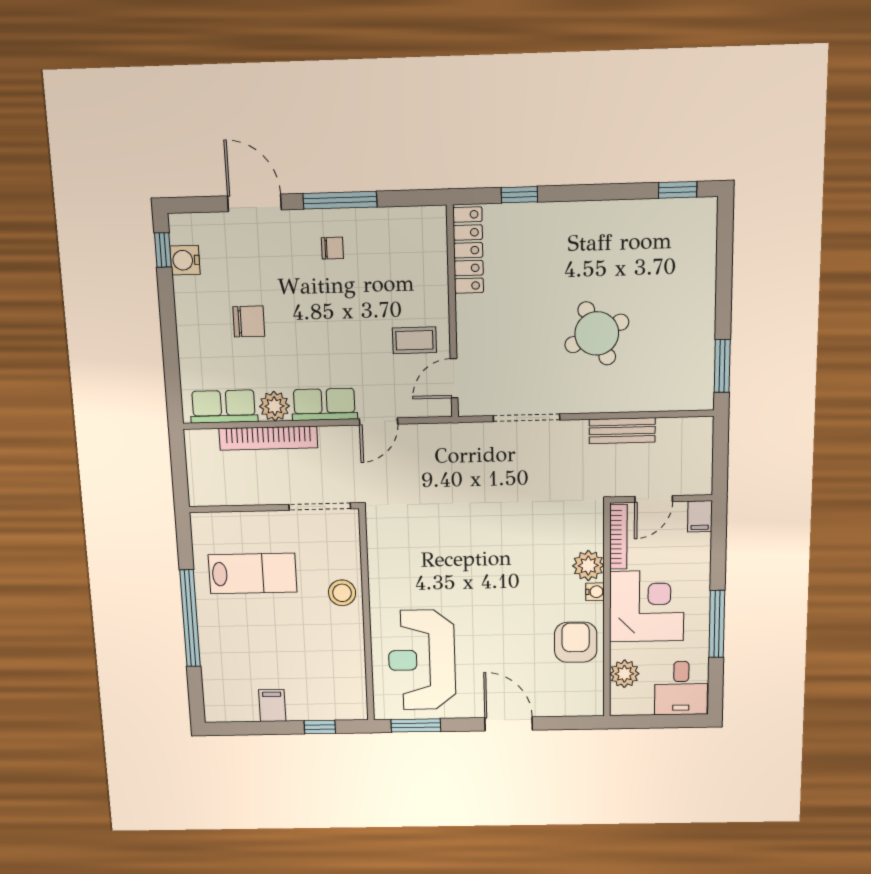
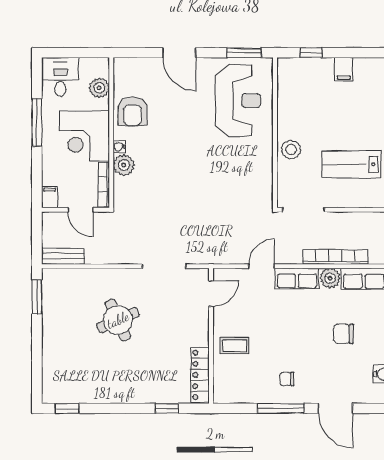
coffee table: (414, 340) -> (235, 346), moved
bench: (622, 431) -> (63, 256), moved
door: (654, 499) -> (80, 210), swing flipped

